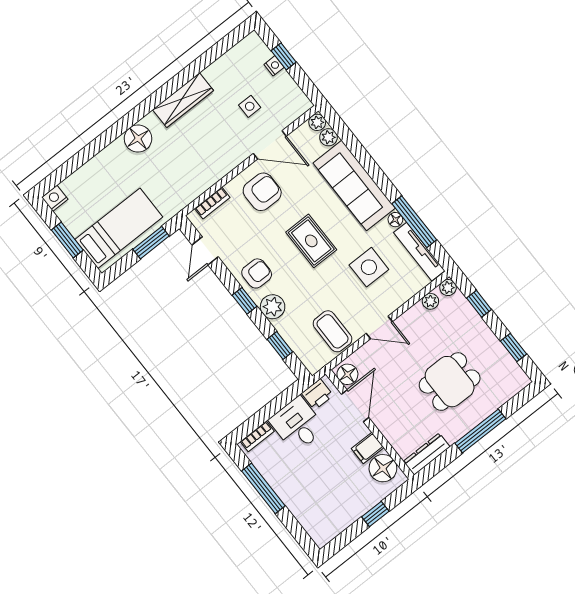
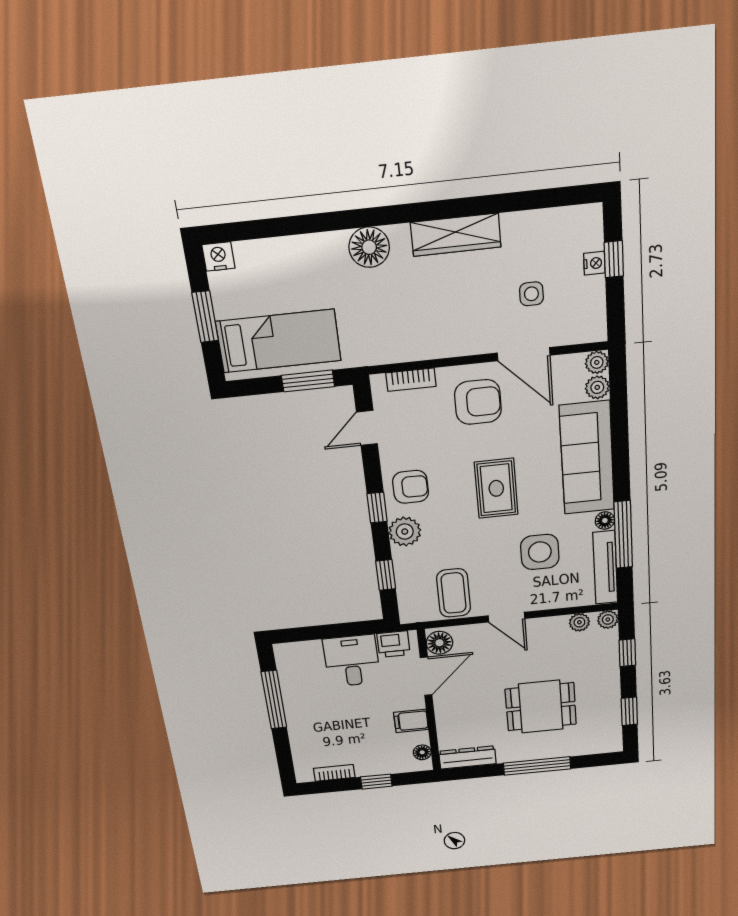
bookcase: (257, 436) -> (334, 773), moved, turned 180
floor lamp: (383, 468) -> (422, 752), width x0.53, depth x0.53

